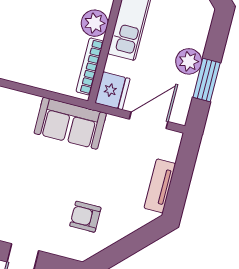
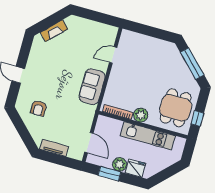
fridge: (112, 91) -> (135, 168), moved, turned 180
sofa: (70, 123) -> (92, 87), moved
armchair: (85, 217) -> (39, 108), turned 180

